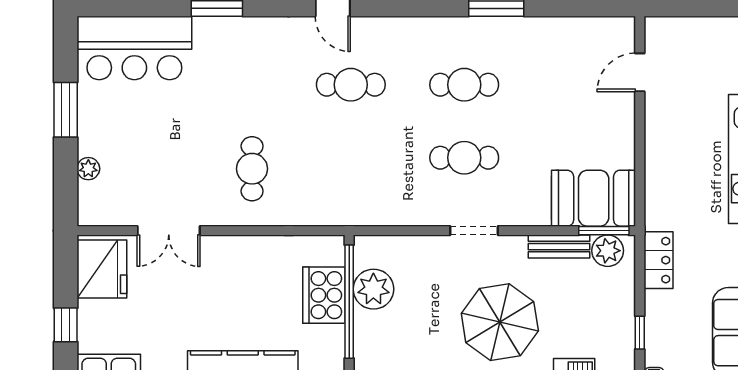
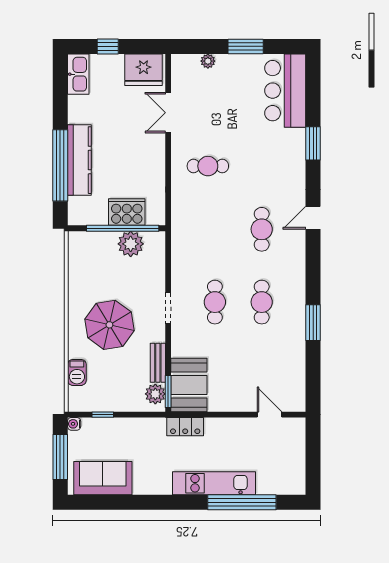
locker: (659, 260) -> (185, 427), moved

